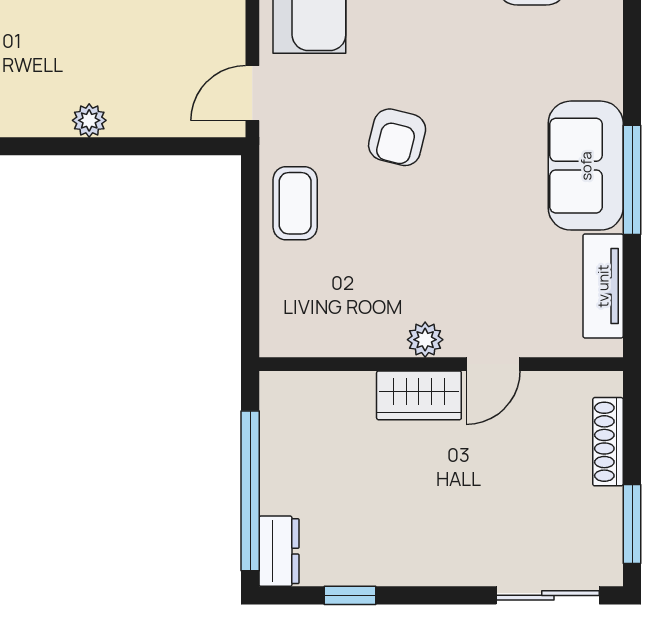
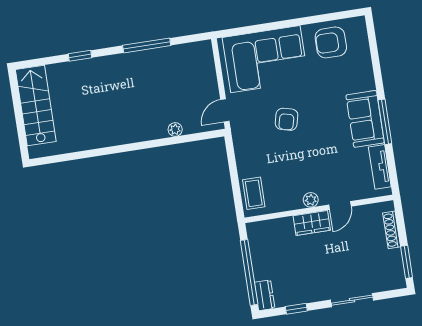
plant: (89, 120) -> (175, 129), moved
coffee table: (295, 203) -> (254, 193), moved
sliding door: (548, 595) -> (352, 300), moved

